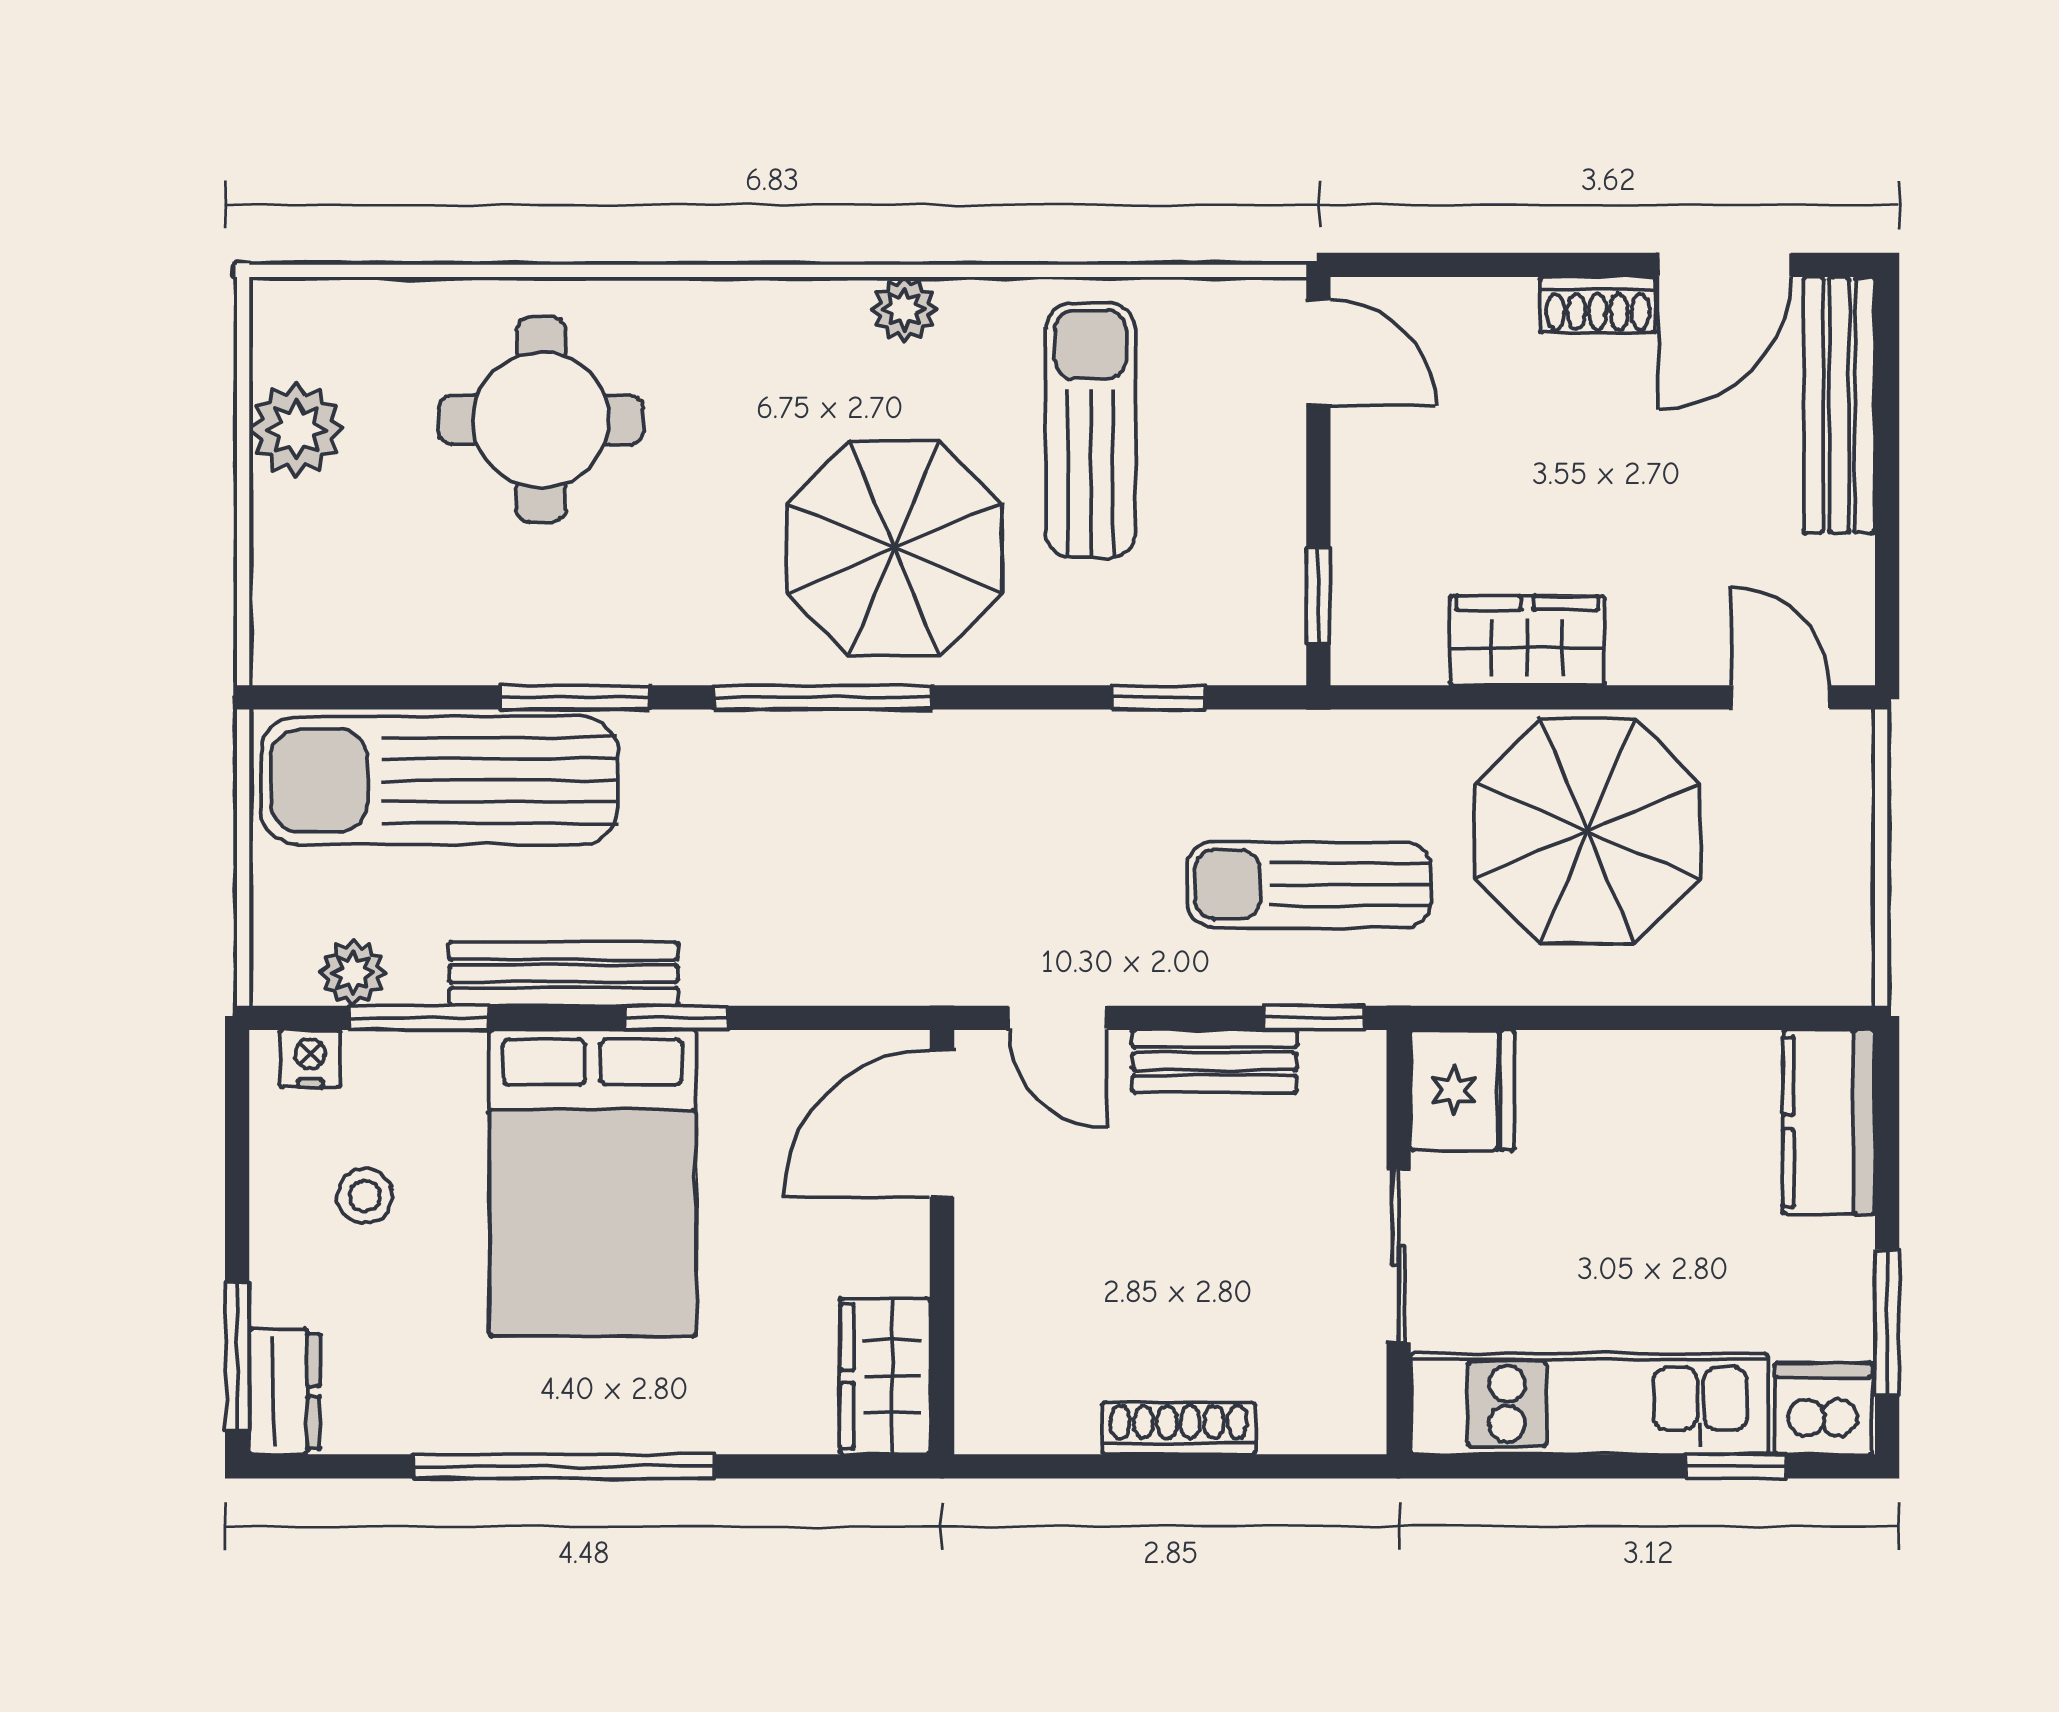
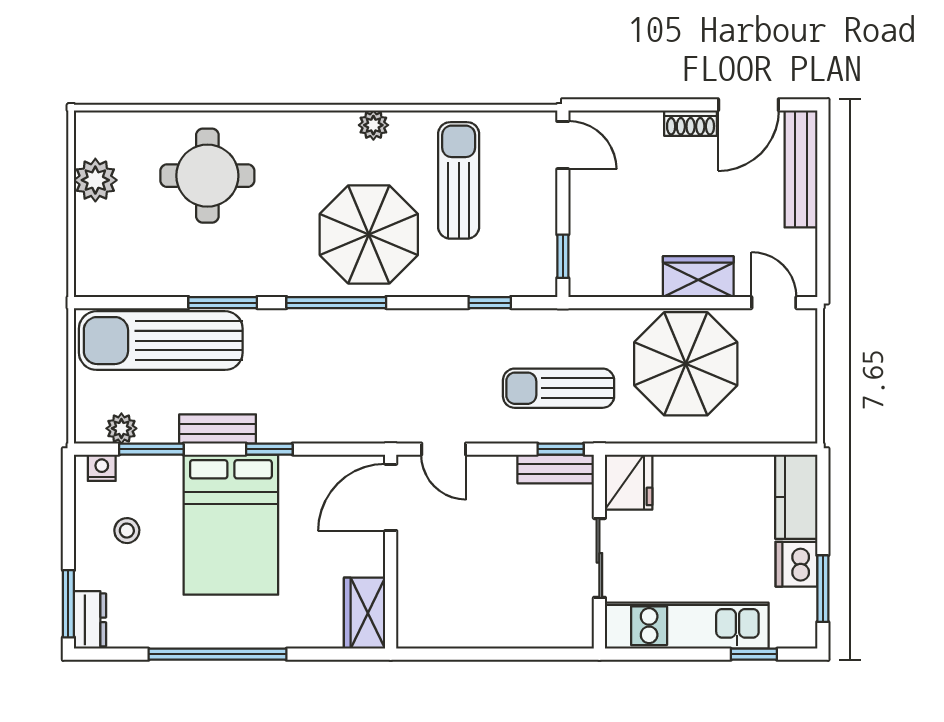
wardrobe: (1527, 641) -> (698, 277), moved
bench: (563, 974) -> (218, 429), width x0.73
bench: (1215, 1061) -> (555, 469), moved
dishwasher: (1824, 1409) -> (796, 564), moved, turned -90
shoe rack: (1179, 1428) -> (499, 637), removed

